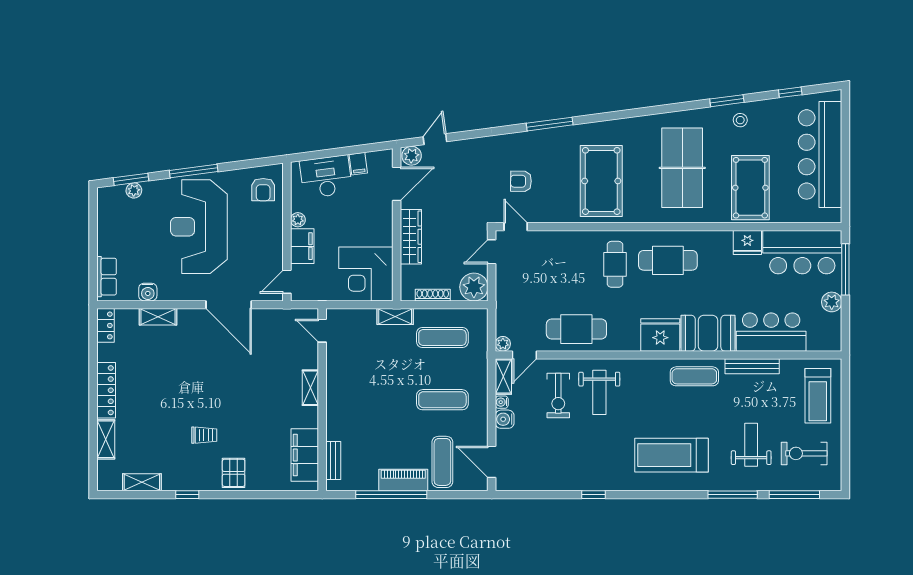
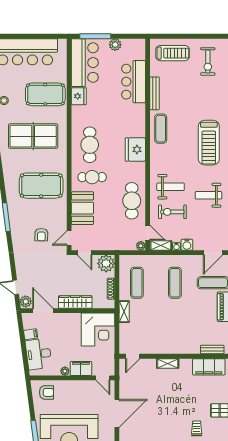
booth: (708, 333) -> (82, 208), moved
exercise bike: (558, 396) -> (172, 212), turned 180
weight bench: (751, 445) -> (209, 195), moved

